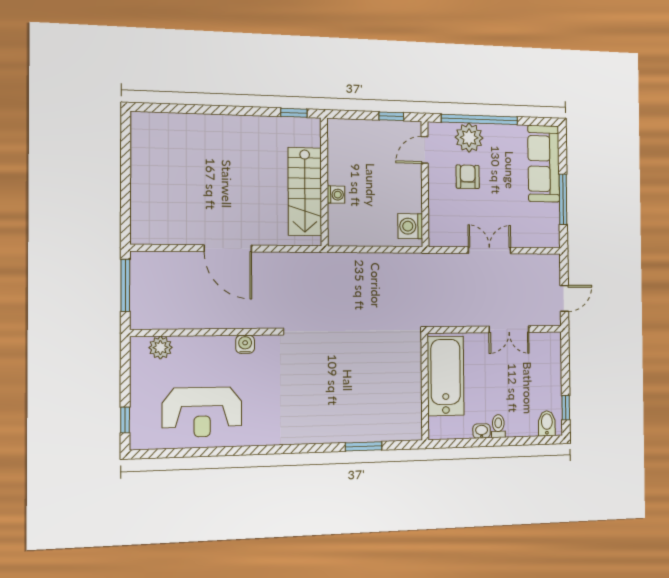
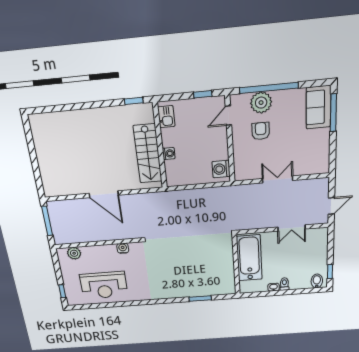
kitchen sink: (338, 141) -> (166, 117), added
sofa: (544, 164) -> (318, 107), width x0.73
window: (563, 199) -> (333, 113), moved

